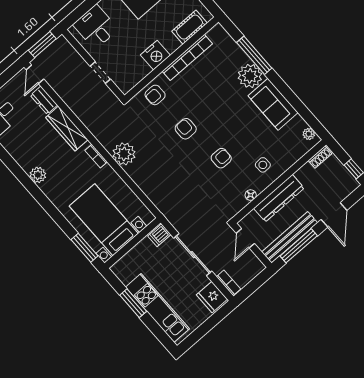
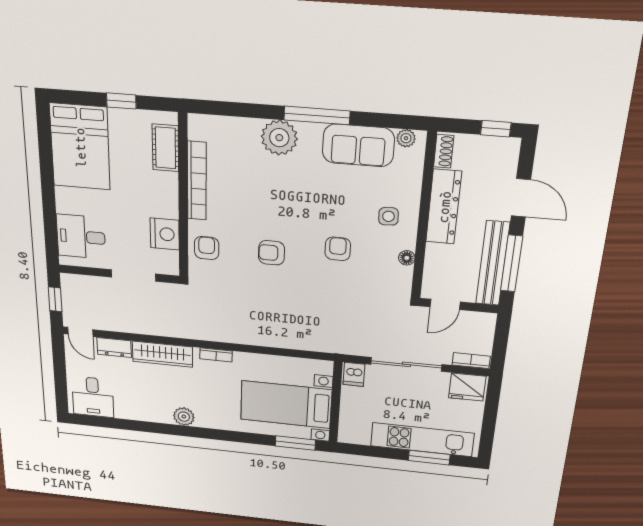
window: (42, 45) -> (55, 299), width x0.67
nightstand: (155, 55) -> (165, 234), moved
window: (254, 55) -> (317, 115), moved
doorway: (100, 73) -> (134, 275), width x1.38
armchair: (155, 95) -> (207, 248), turned 180
sofa: (273, 104) -> (358, 145), moved
plant: (124, 154) -> (239, 330), removed
dresser: (279, 198) -> (444, 207), moved
door: (245, 238) -> (445, 304), hinge flipped
window: (133, 303) -> (429, 458), moved

